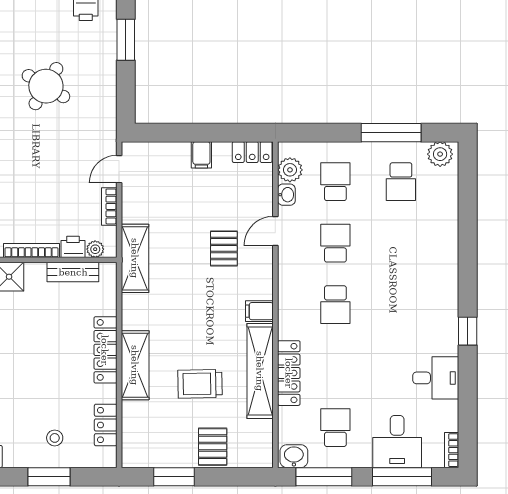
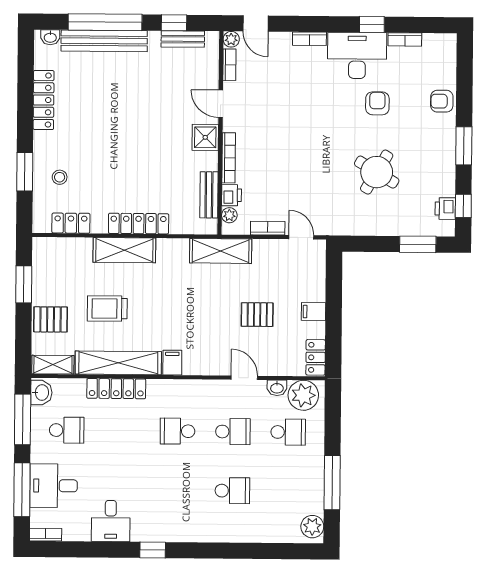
plant: (290, 170) -> (303, 395), width x1.36, depth x1.36
school desk: (401, 182) -> (232, 491), moved, turned 180
pallet: (224, 248) -> (257, 315), moved
trolley: (200, 384) -> (107, 308), turned -89
shelving: (263, 444) -> (53, 365), added

